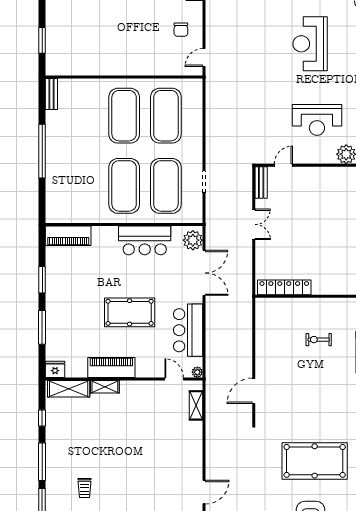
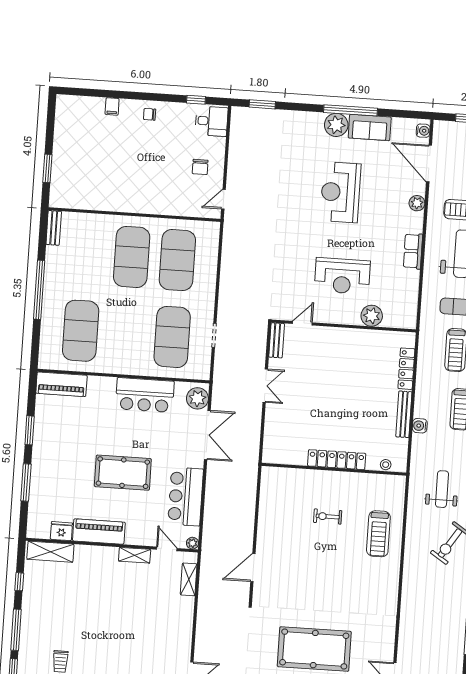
exercise mat: (124, 186) -> (81, 331), moved
locker: (284, 287) -> (337, 460), moved
fridge: (55, 369) -> (61, 531), moved
shelving: (105, 387) -> (135, 555), moved

